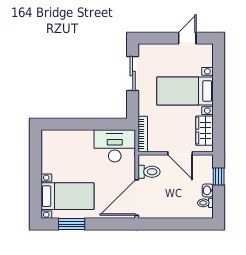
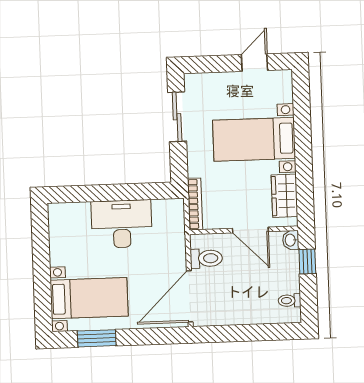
desk: (115, 146) -> (122, 224), moved
washbasin: (208, 190) -> (291, 240), moved

